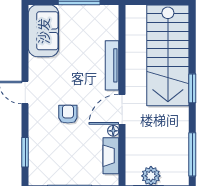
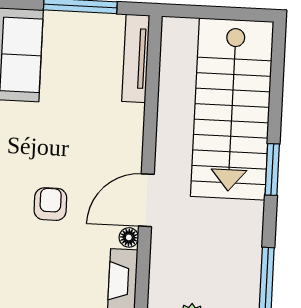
tv unit: (112, 65) -> (136, 58), moved

